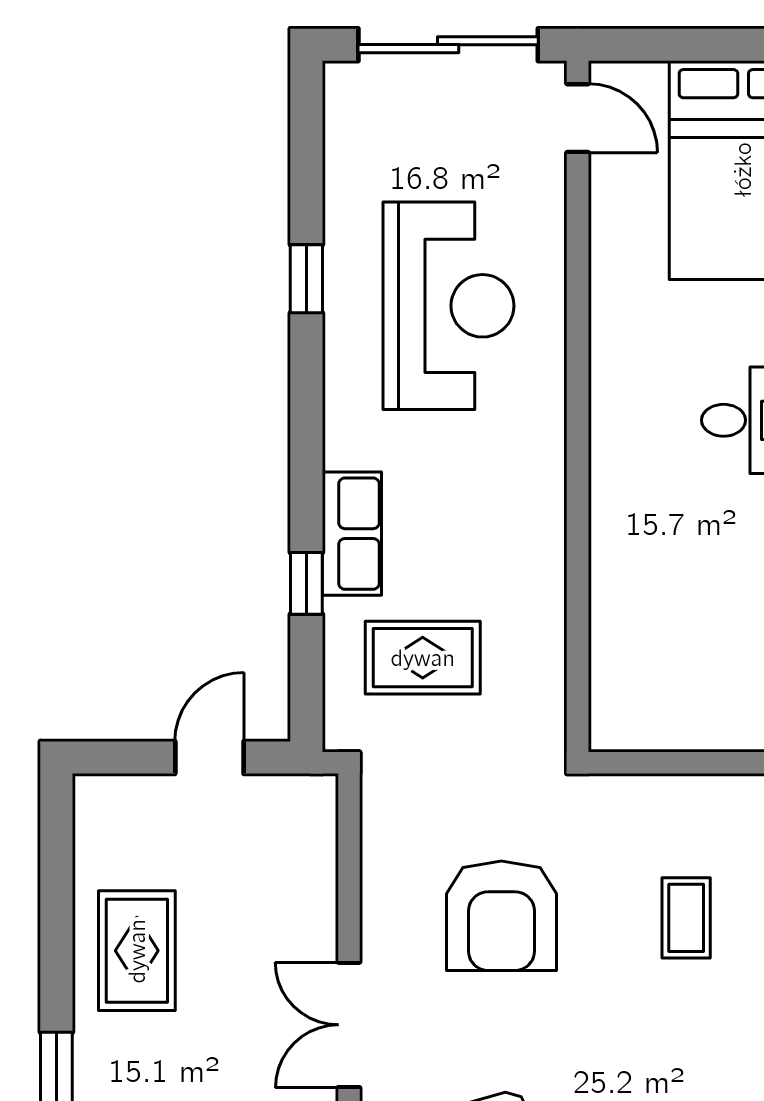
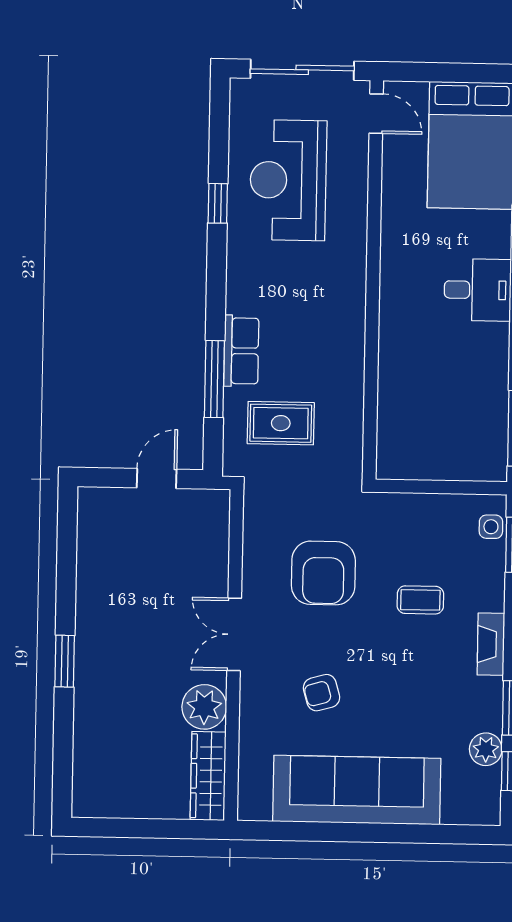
reception desk: (448, 306) -> (288, 180), moved, turned 180
window: (306, 583) -> (214, 379), width x2.17
coffee table: (686, 918) -> (420, 600), moved, turned 90
rug: (137, 951) -> (113, 589), removed

